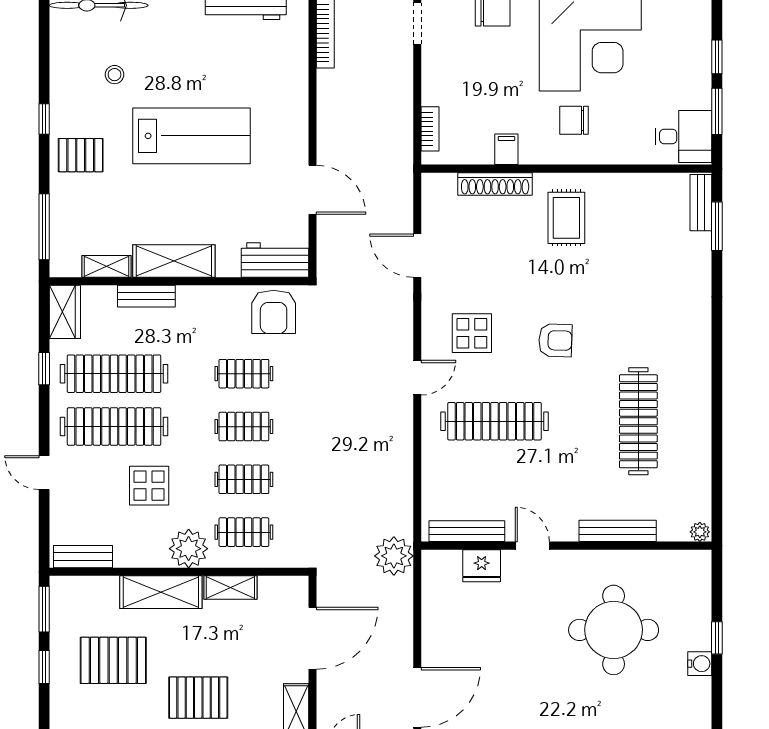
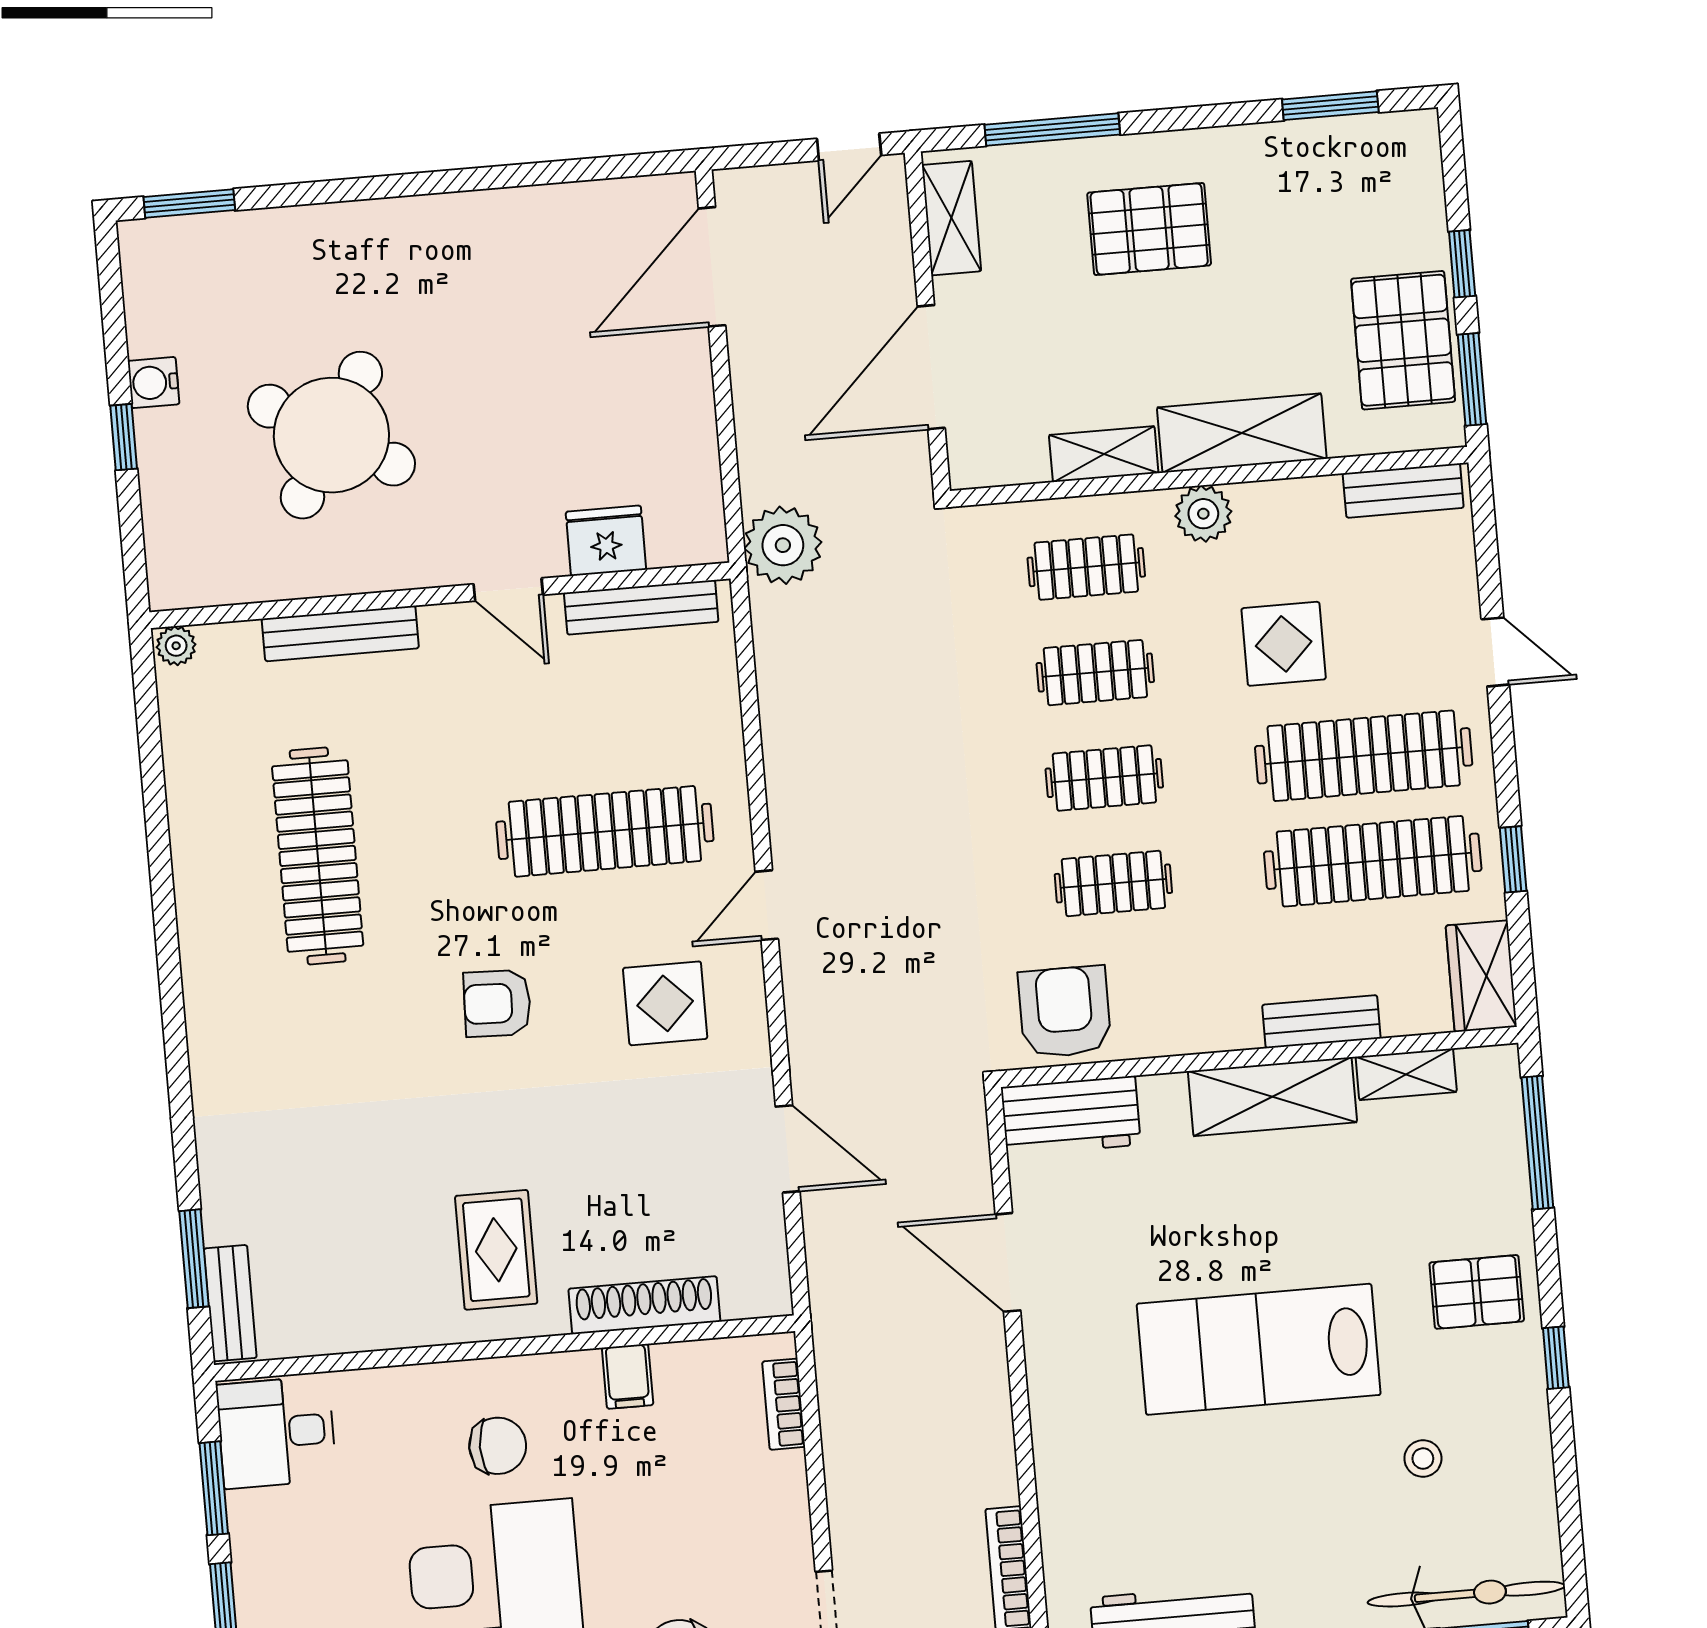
plant: (189, 549) -> (1203, 514), width x0.73, depth x0.73
round table: (614, 630) -> (331, 435), turned 30
pallet: (113, 660) -> (1403, 340), moved, turned 90

